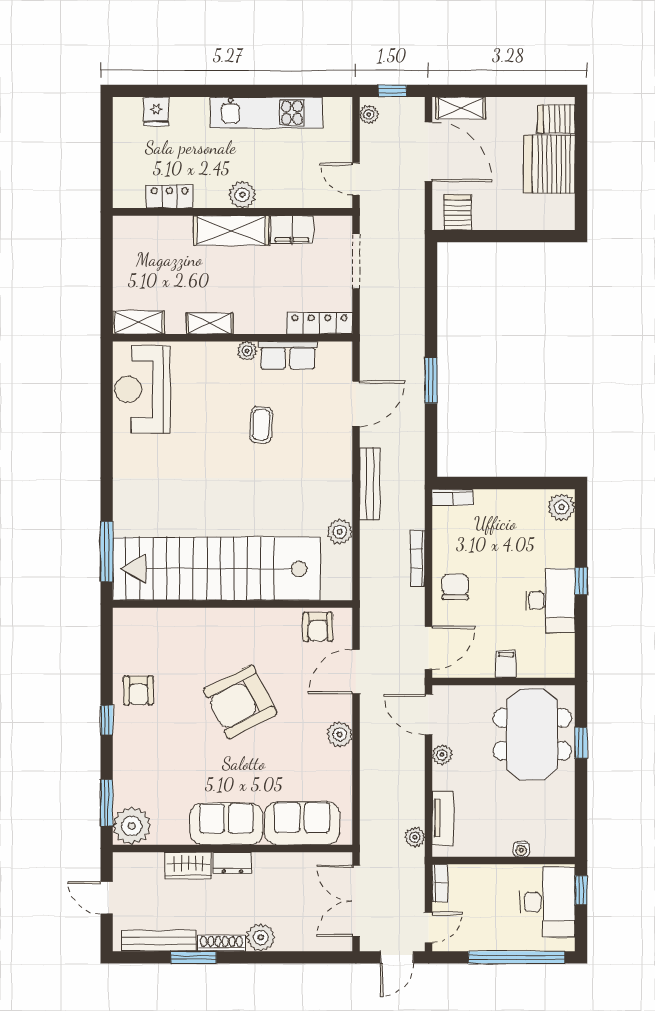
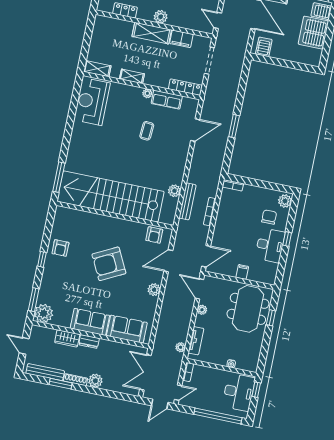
bench: (370, 484) -> (187, 201), moved
chair: (455, 587) -> (269, 217), moved

